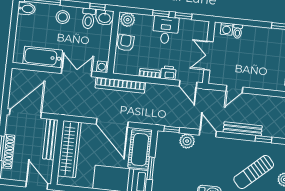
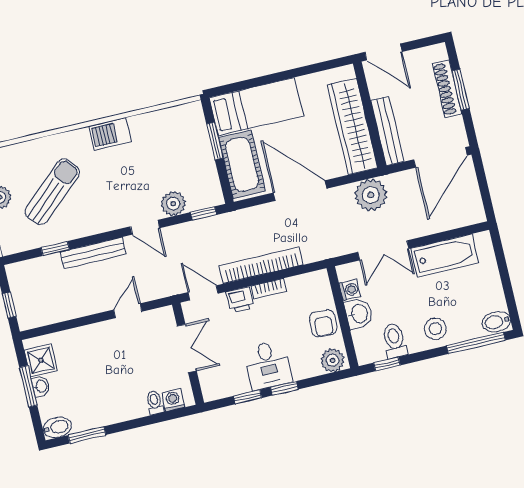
washbasin: (105, 18) -> (359, 314), moved, turned 90
washing machine: (103, 67) -> (350, 290), moved
bookcase: (120, 85) -> (261, 265), moved
plant: (73, 106) -> (371, 195), added

